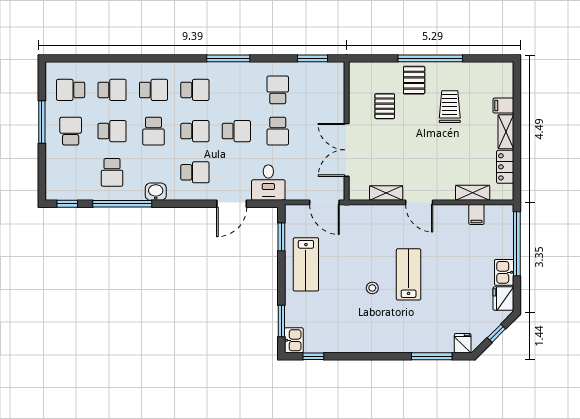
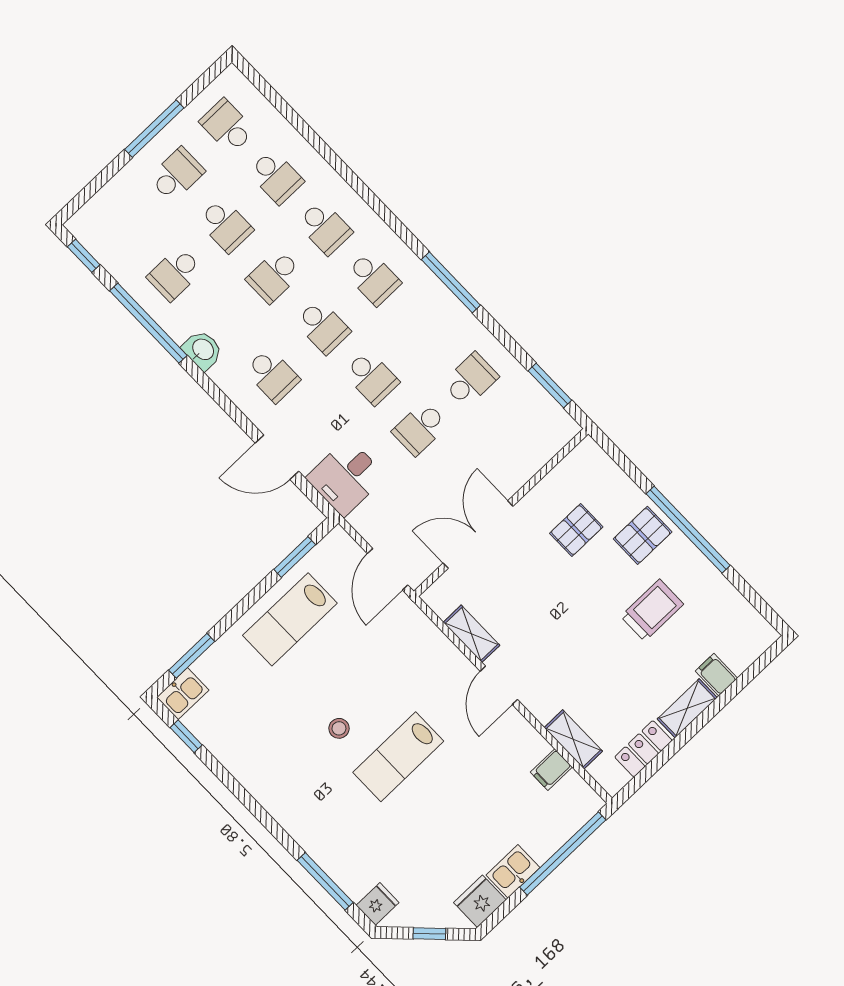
lab bench: (409, 274) -> (398, 757), turned 180

